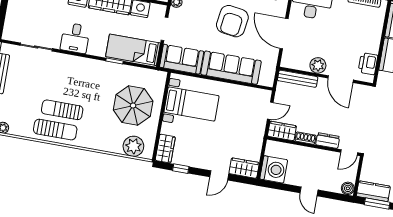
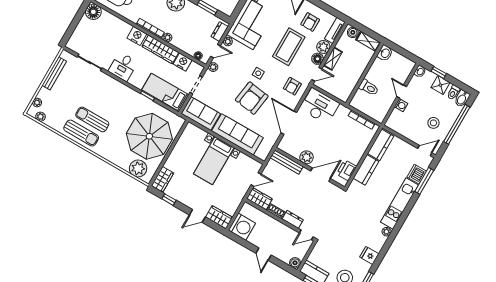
door: (341, 79) -> (321, 175), swing flipped
bed with nightstands: (192, 104) -> (214, 161), moved, turned 90
parasol: (133, 106) -> (149, 136), width x1.36, depth x1.36

